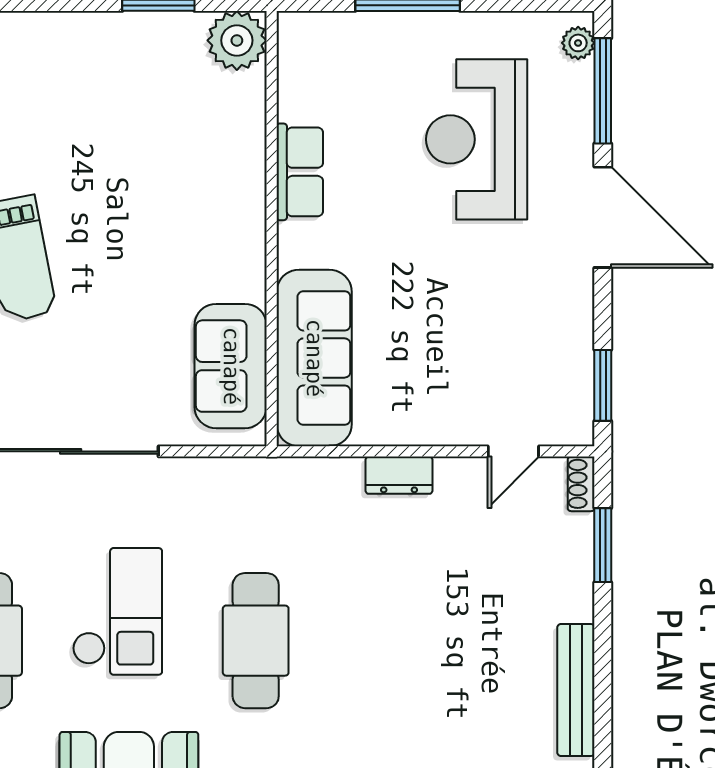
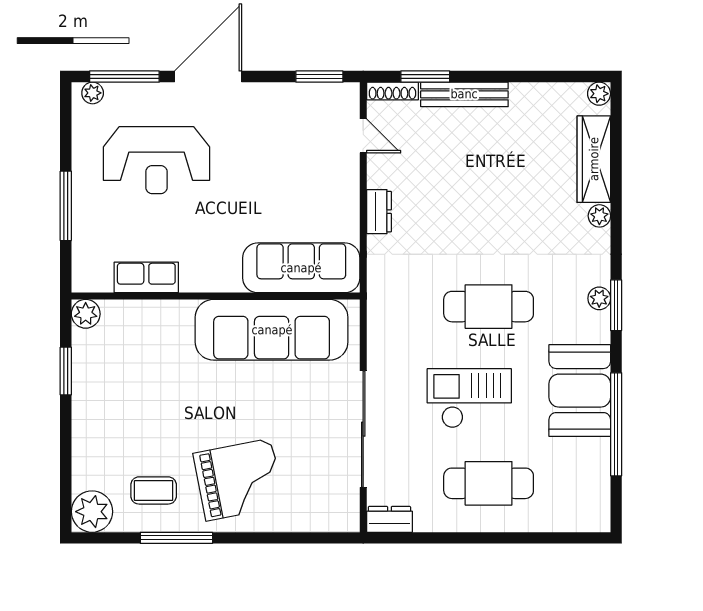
plant: (237, 40) -> (86, 314), width x0.73, depth x0.73
row of seats: (300, 172) -> (146, 277), moved
sofa: (231, 366) -> (272, 330), width x1.85, depth x1.27
shoe rack: (581, 484) -> (392, 91), width x1.43
bench: (576, 690) -> (464, 94), moved

